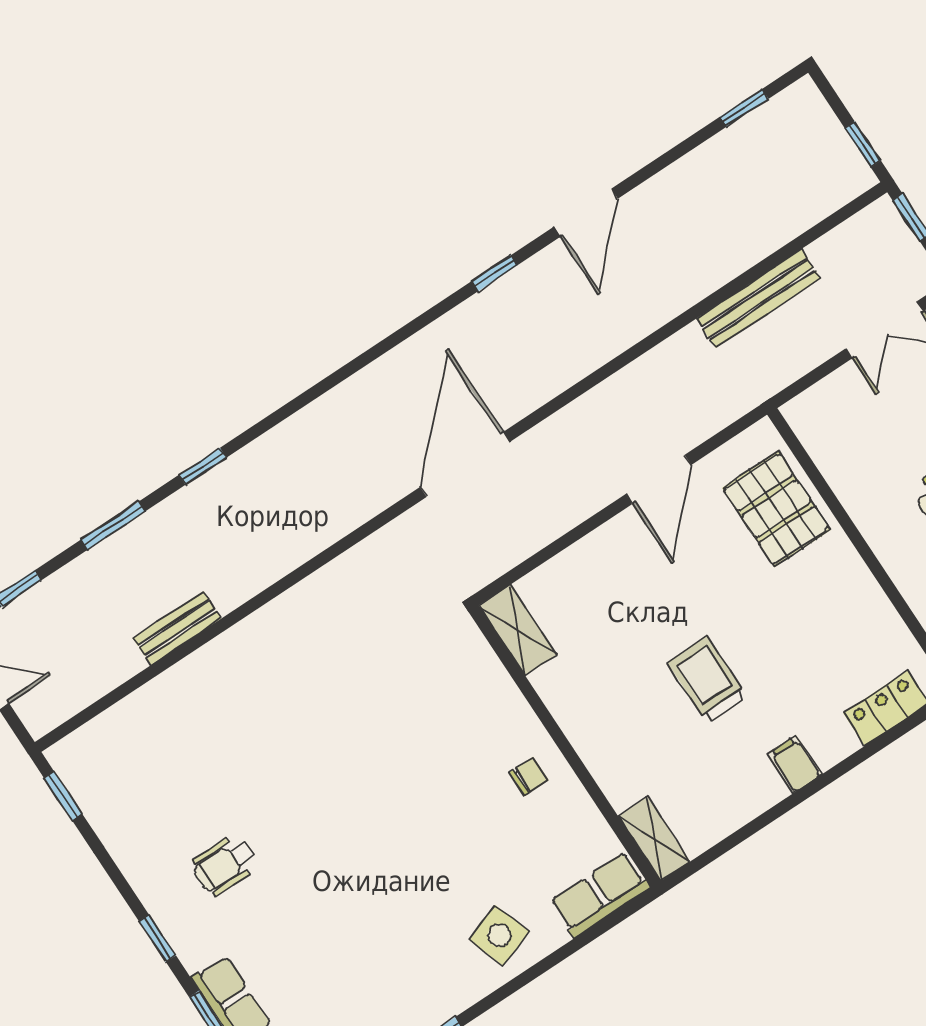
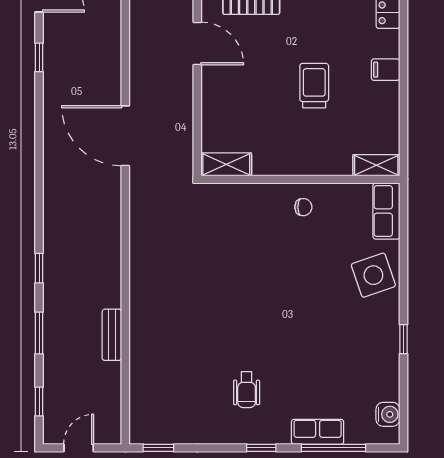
trolley: (707, 680) -> (314, 86), turned 90
chair: (529, 776) -> (303, 207), turned 90
side table: (499, 935) -> (373, 275), width x1.37, depth x1.37

